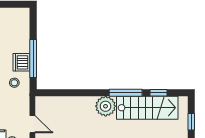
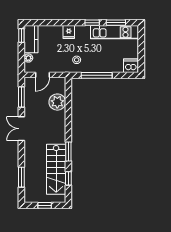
dishwasher: (21, 62) -> (131, 66), moved
window: (126, 93) -> (68, 151), width x0.69
plant: (106, 106) -> (57, 102), moved

